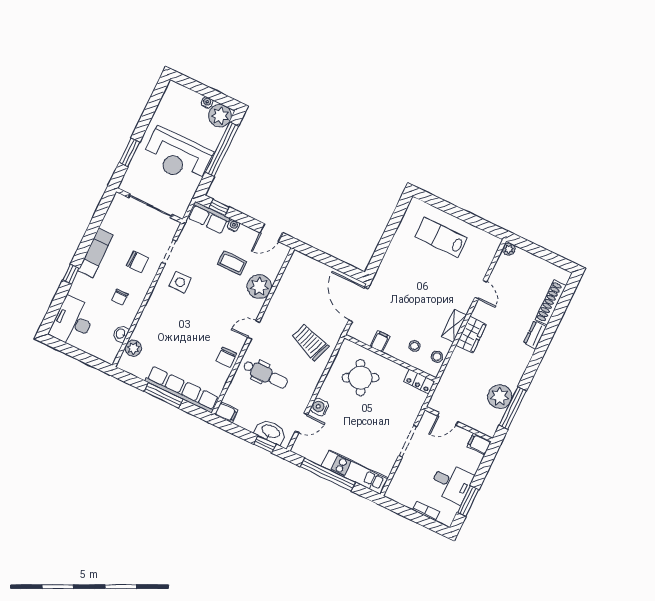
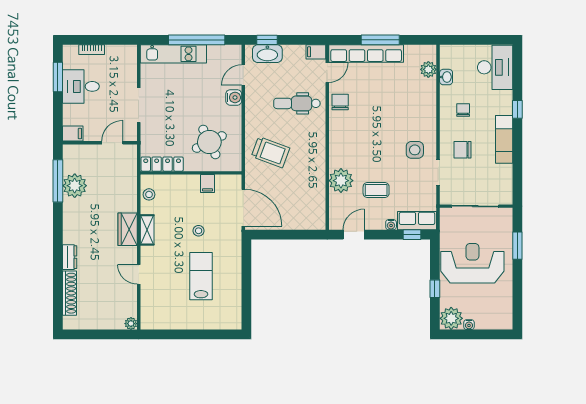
window: (222, 149) -> (435, 289), width x0.32
lab bench: (441, 237) -> (201, 276), moved, turned -90
door: (254, 330) -> (327, 73), moved
stool: (415, 346) -> (199, 231), moved
locker: (419, 381) -> (162, 164), width x1.53

